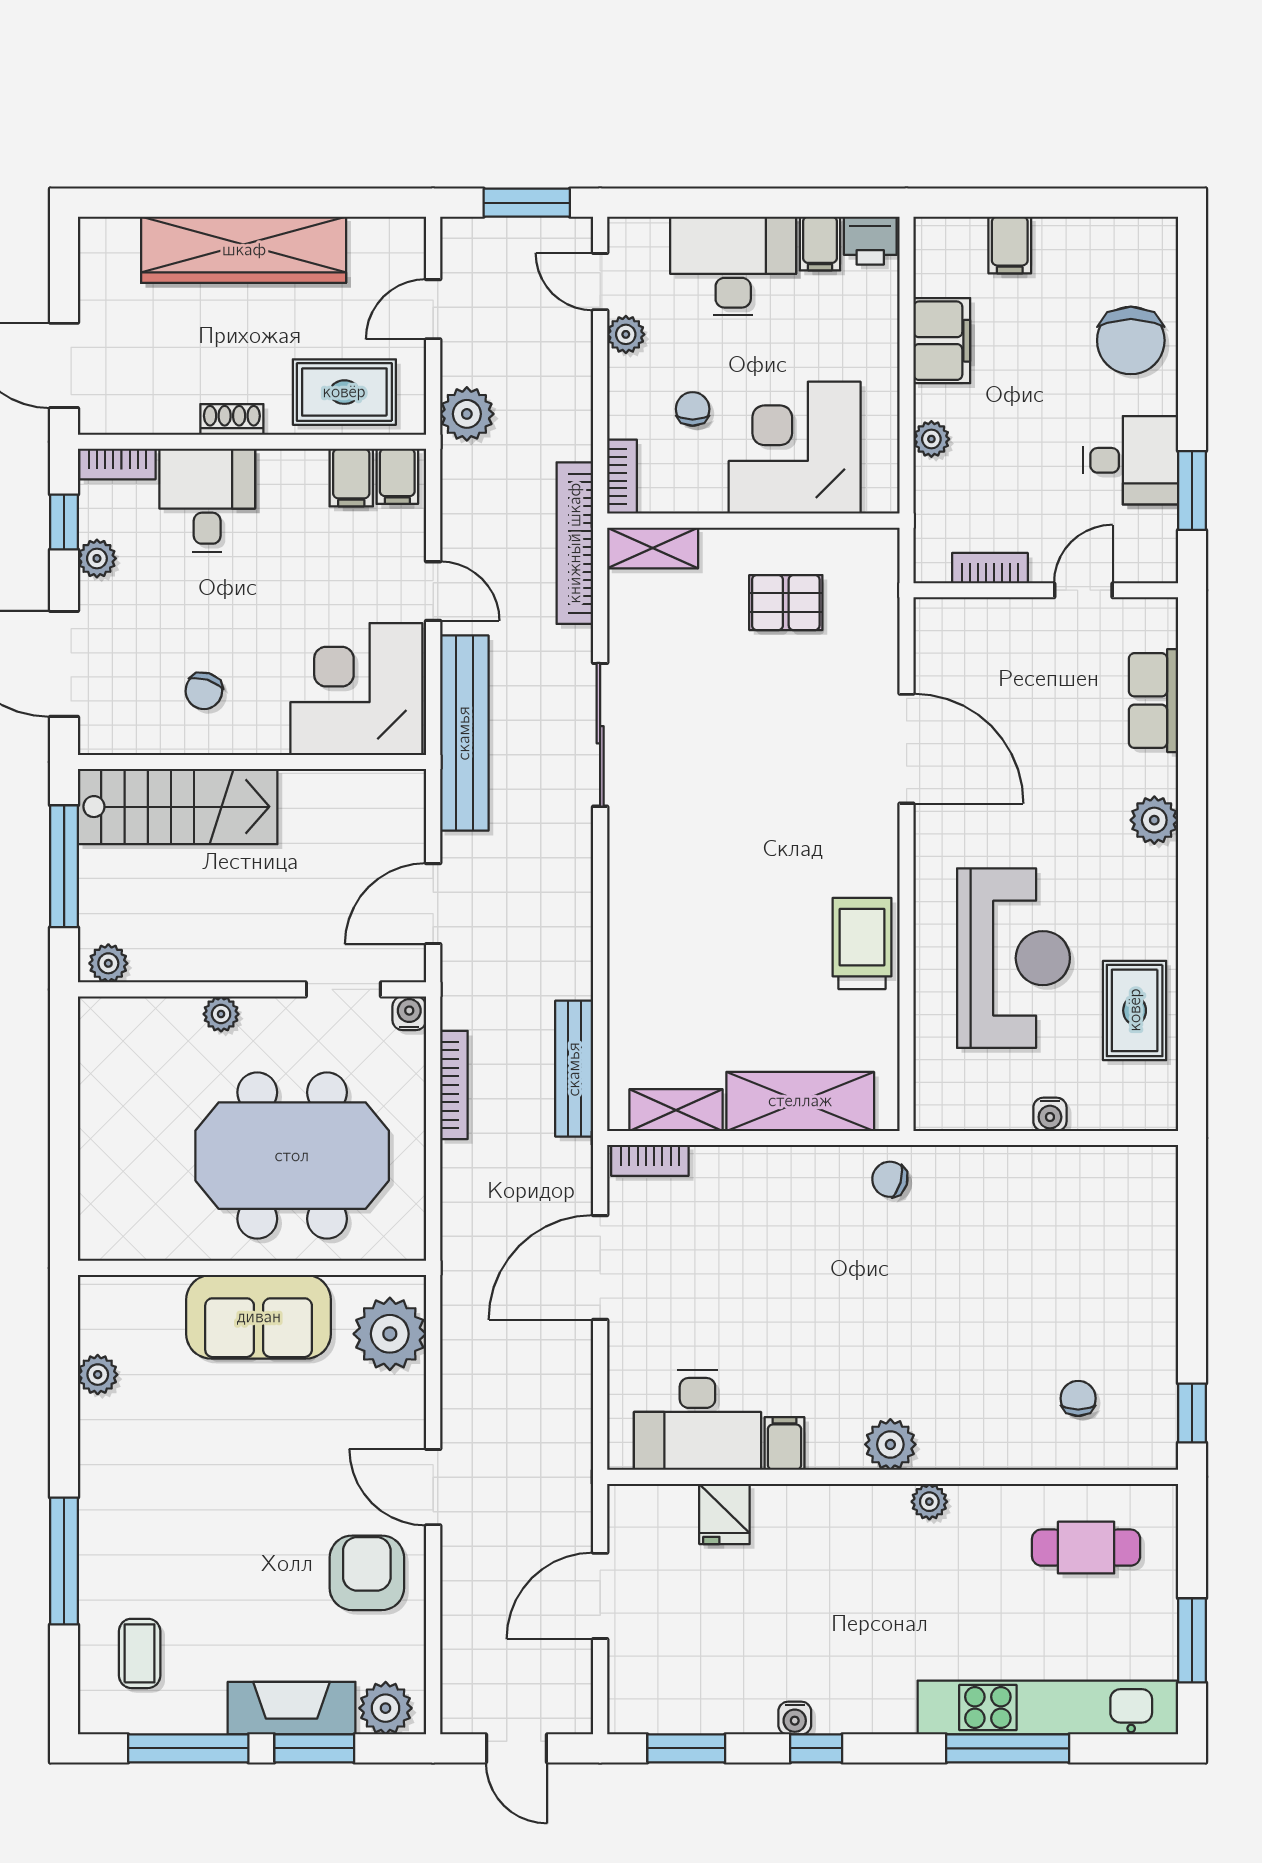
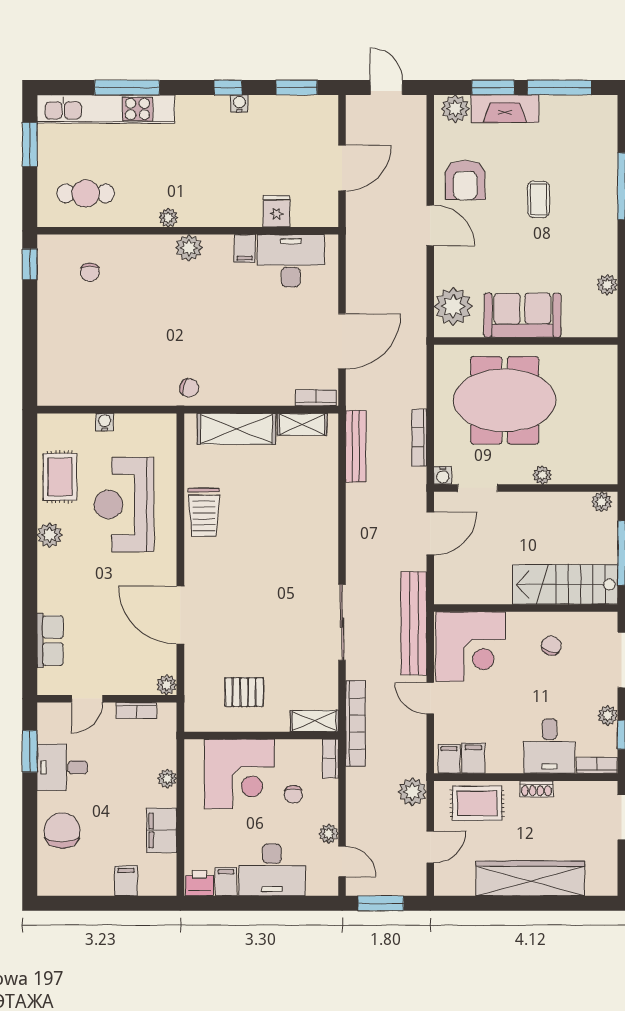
plant: (933, 616) -> (167, 685), added
plant: (1154, 820) -> (50, 535), moved
coffee table: (140, 1653) -> (539, 199), moved

